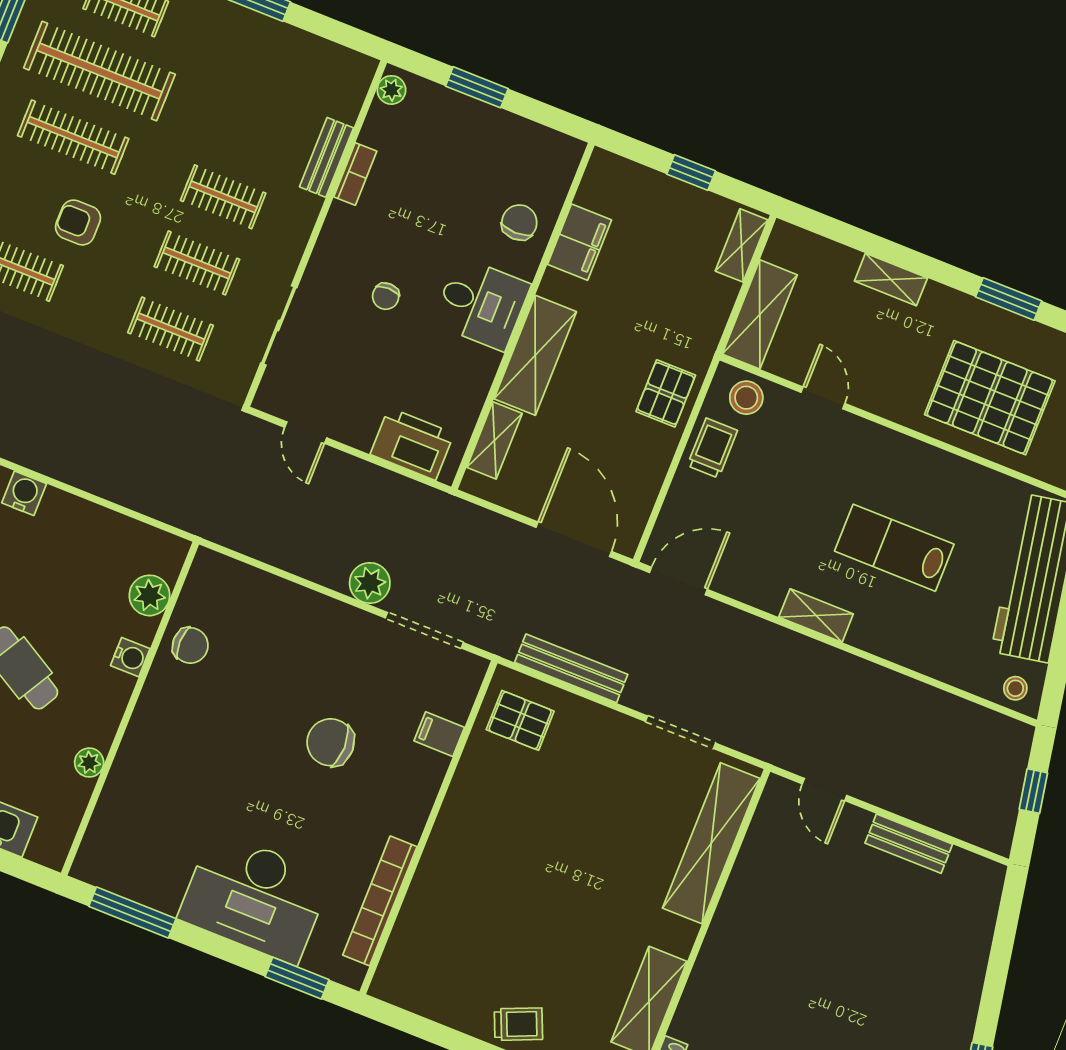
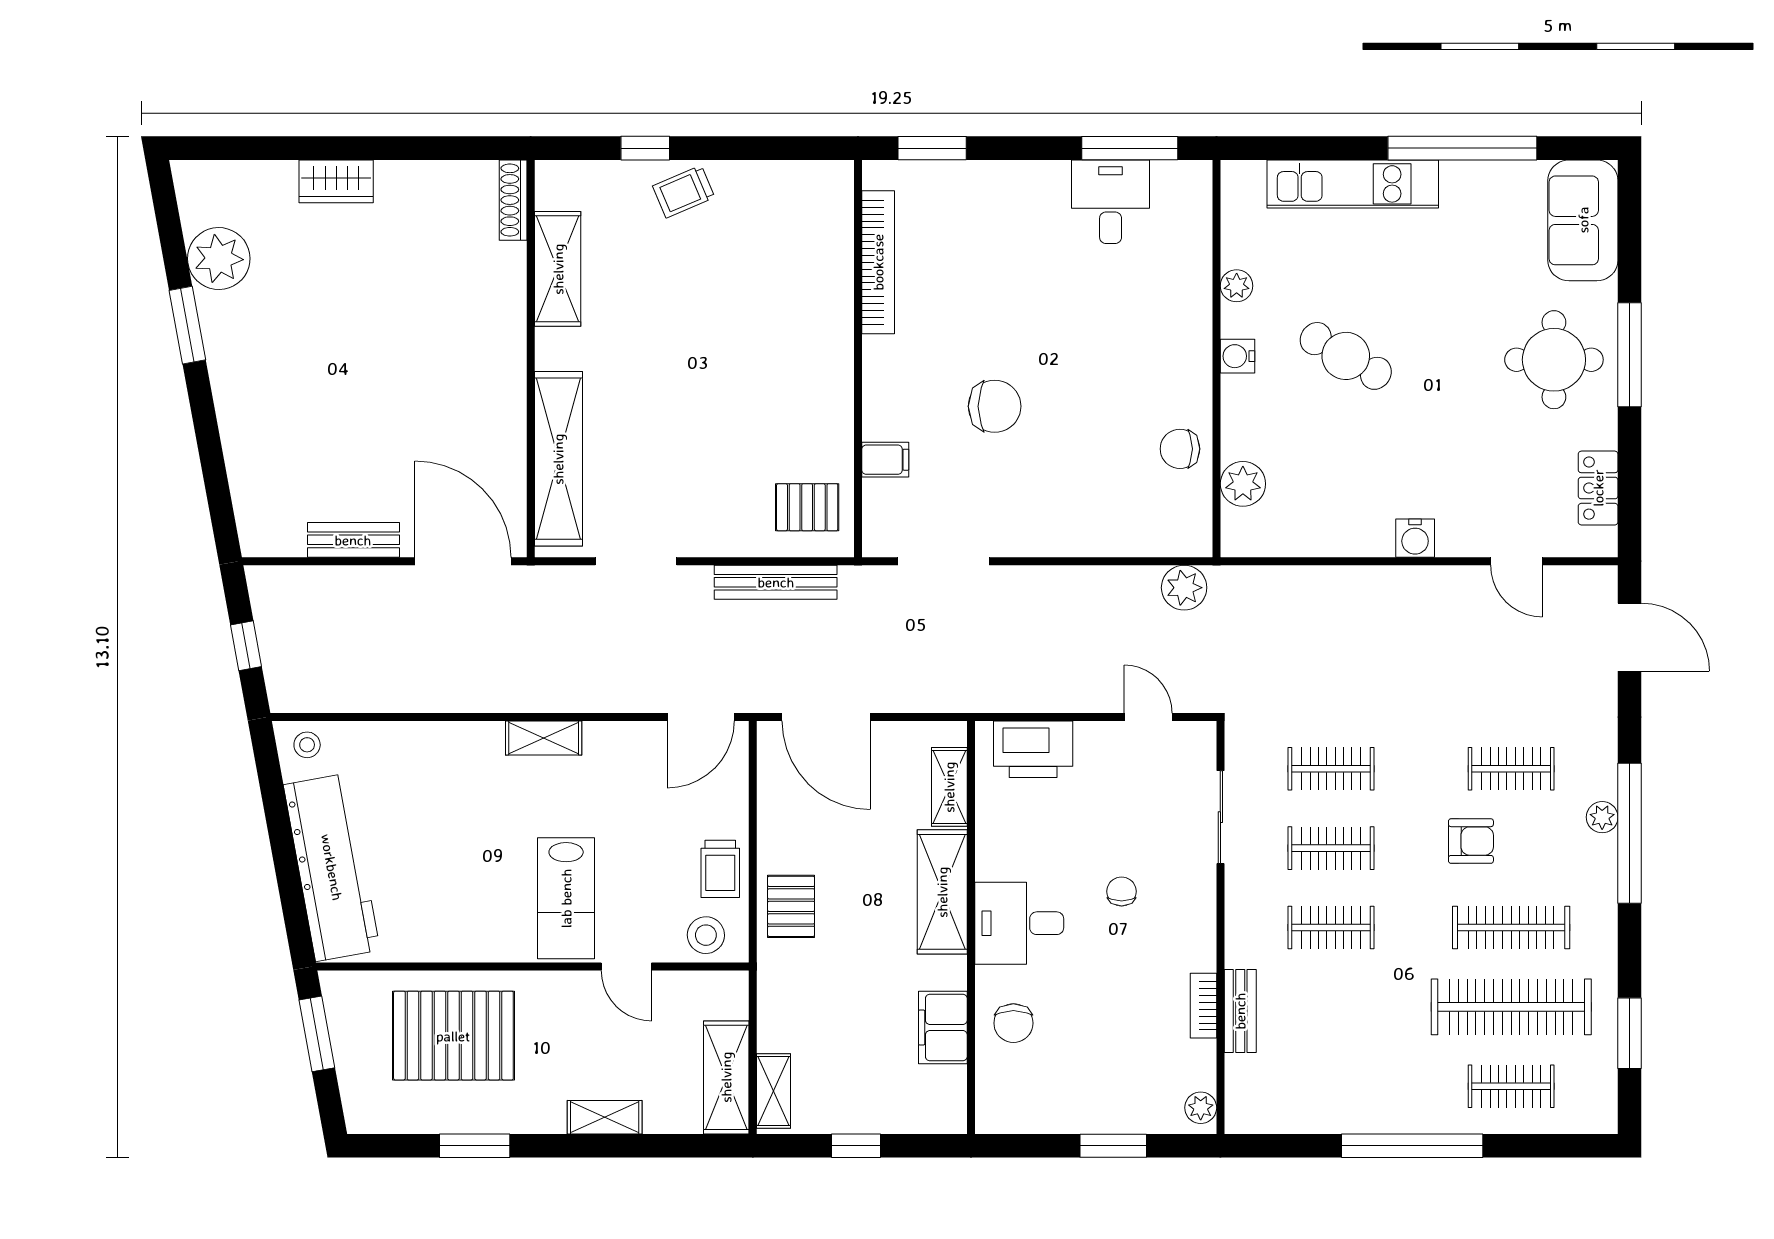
shelving: (760, 314) -> (726, 1077), moved
lab bench: (894, 548) -> (566, 898), moved, turned 90
plant: (370, 583) -> (1184, 588), moved
water cooler: (130, 657) -> (1237, 356), moved
door: (825, 790) -> (463, 561), width x1.87
desk: (255, 897) -> (1111, 202), moved, width x0.53, depth x0.77

